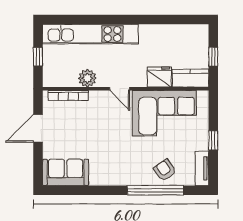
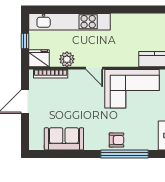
fridge: (159, 77) -> (39, 58), moved
armchair: (165, 170) -> (116, 140), moved, turned 125
sofa: (66, 172) -> (64, 139), moved

